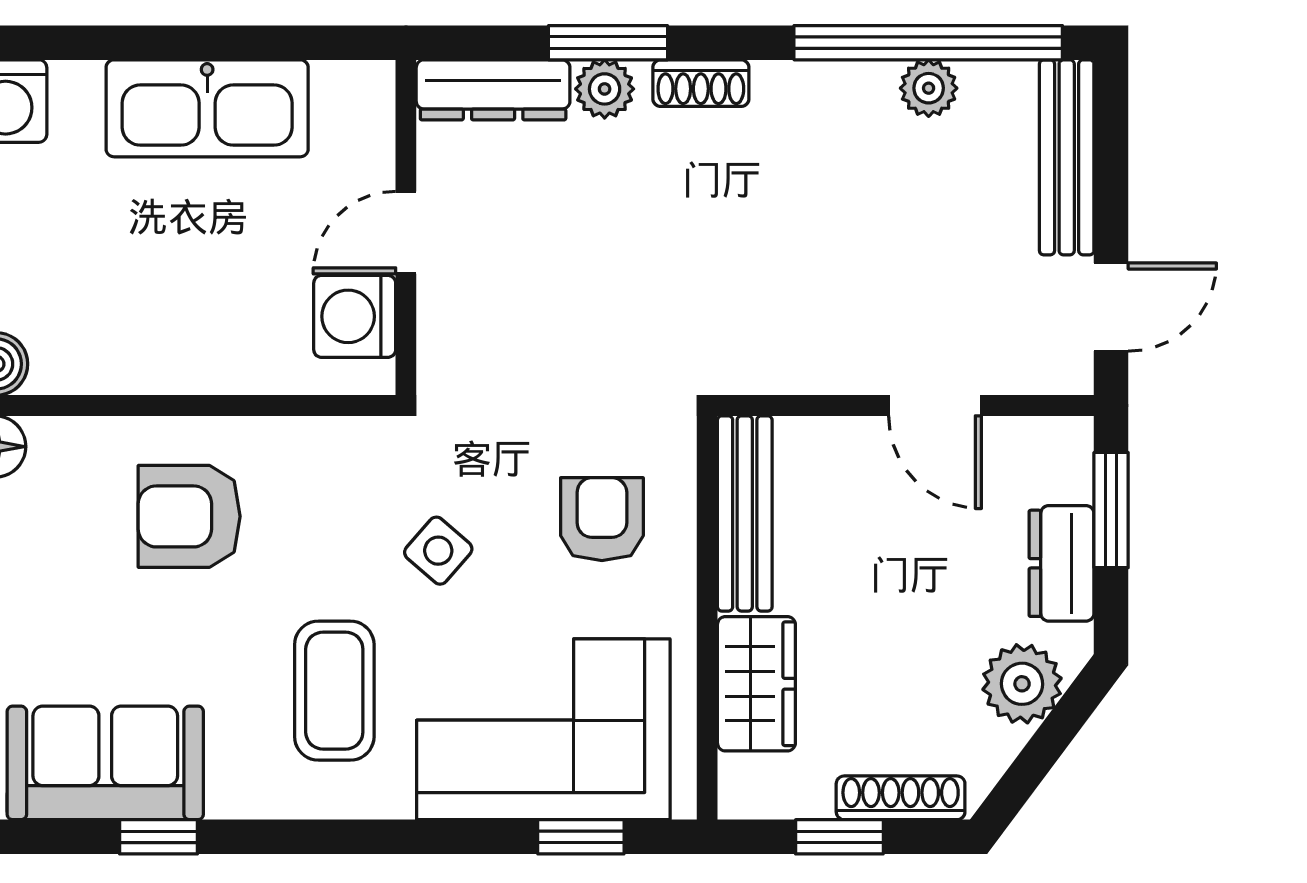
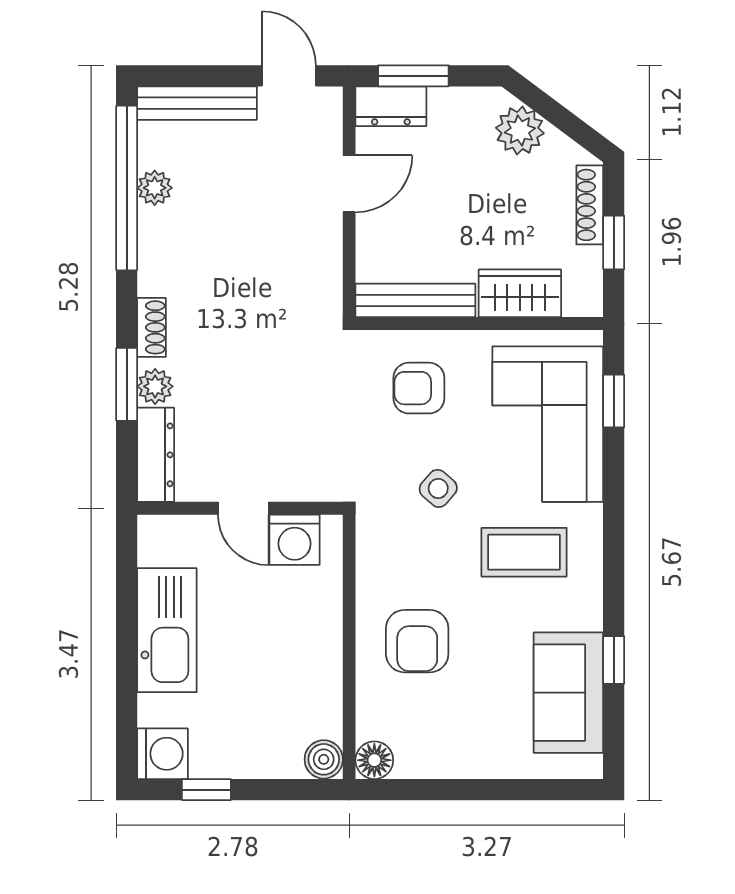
dresser: (1061, 563) -> (391, 106), moved

